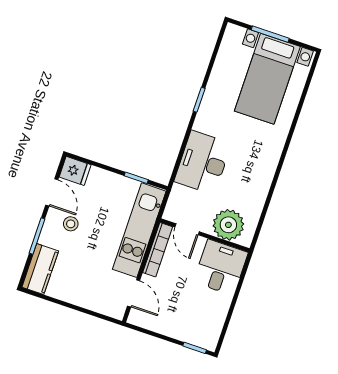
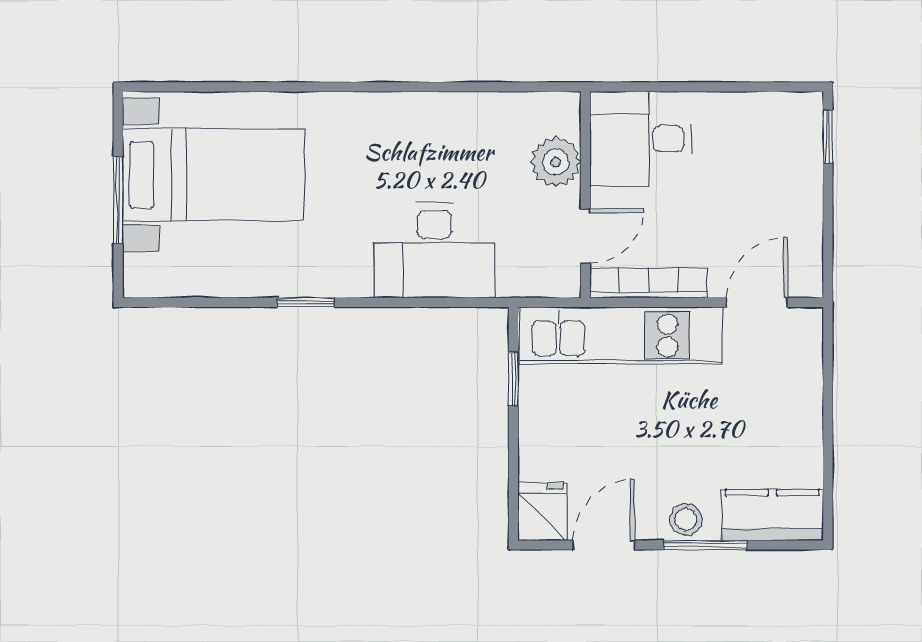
stool: (71, 224) -> (686, 519), moved
plant: (228, 225) -> (556, 162), width x0.73, depth x0.73

